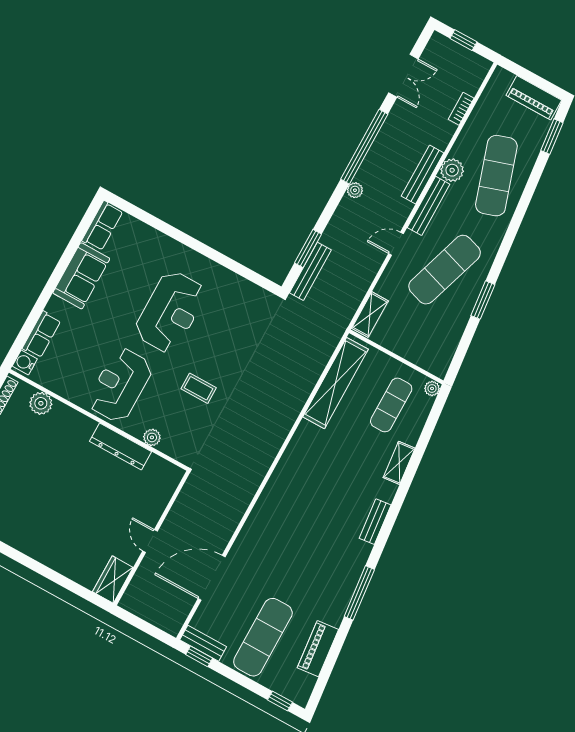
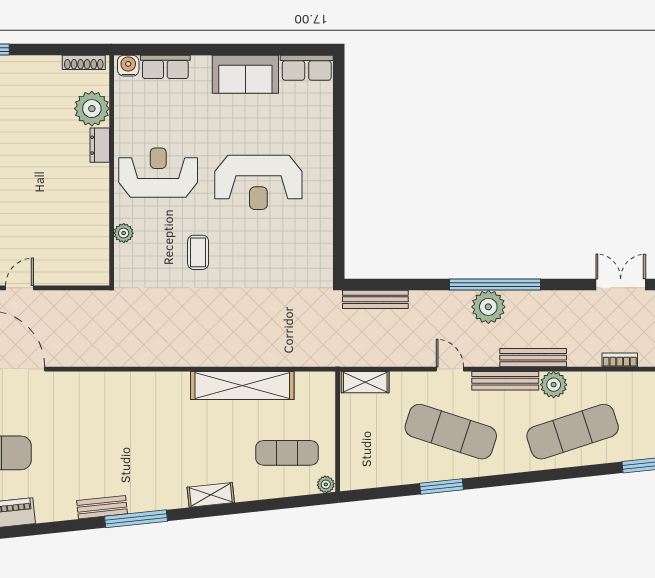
double door: (403, 76) -> (621, 284), swing flipped
window: (364, 147) -> (495, 284), moved
plant: (355, 190) -> (488, 307), width x1.88, depth x1.88
window: (308, 249) -> (397, 284), removed
shelving: (336, 383) -> (242, 386), moved
plant: (41, 403) -> (92, 109), width x1.36, depth x1.36
dresser: (120, 446) -> (100, 145), moved, width x0.51, depth x0.80
shelving: (399, 463) -> (211, 495), moved
bench: (375, 522) -> (102, 507), moved
window: (359, 593) -> (136, 519), moved

